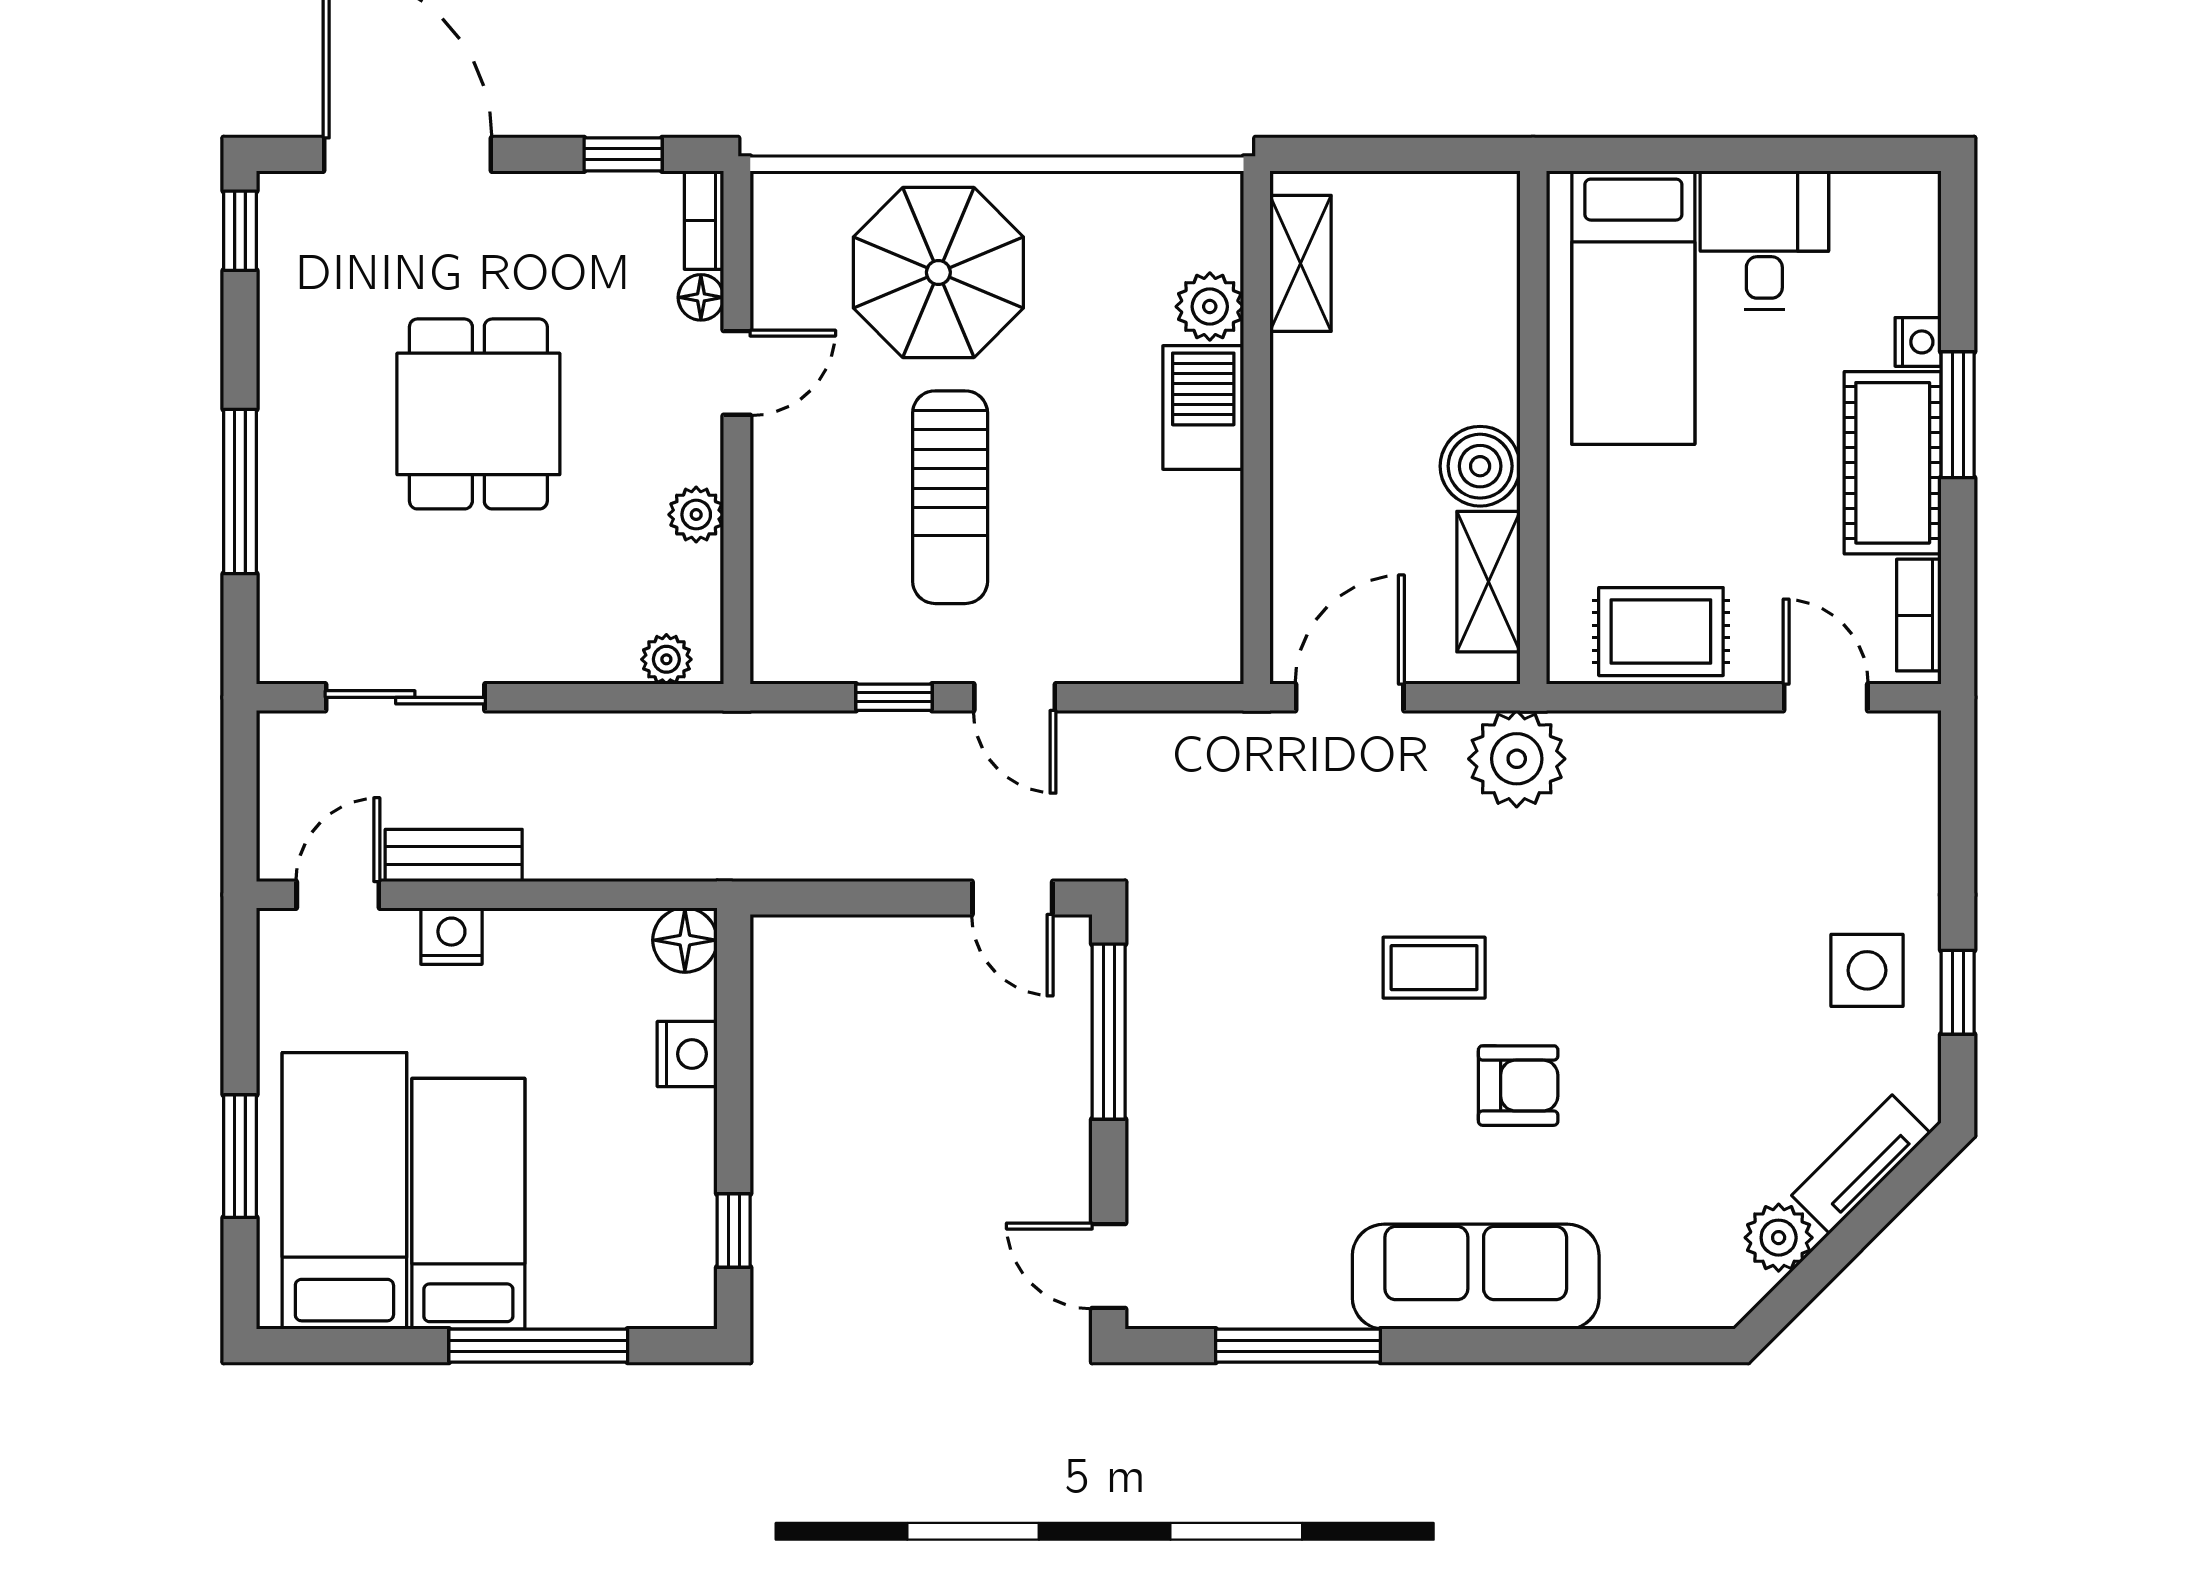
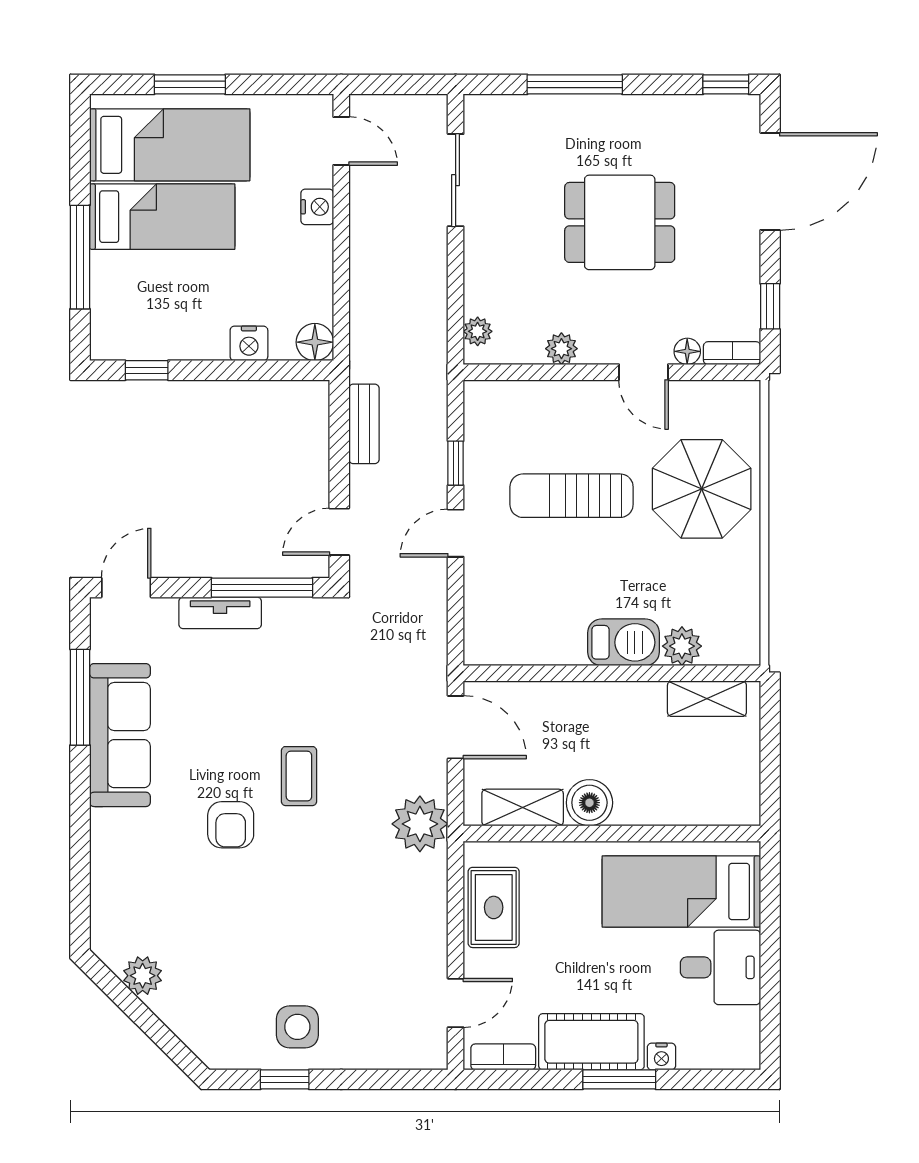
bench: (454, 855) -> (364, 424), moved
tv unit: (1861, 1164) -> (220, 613), moved, turned 135
sofa: (1476, 1277) -> (120, 735), moved

